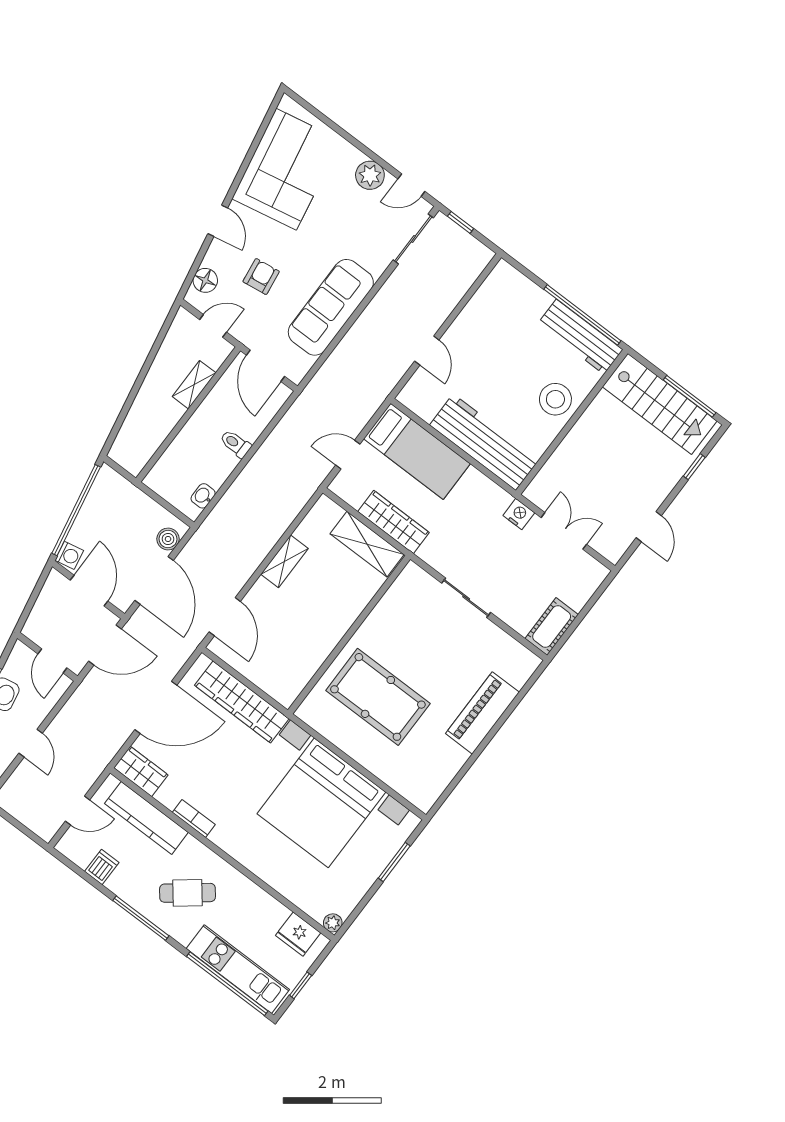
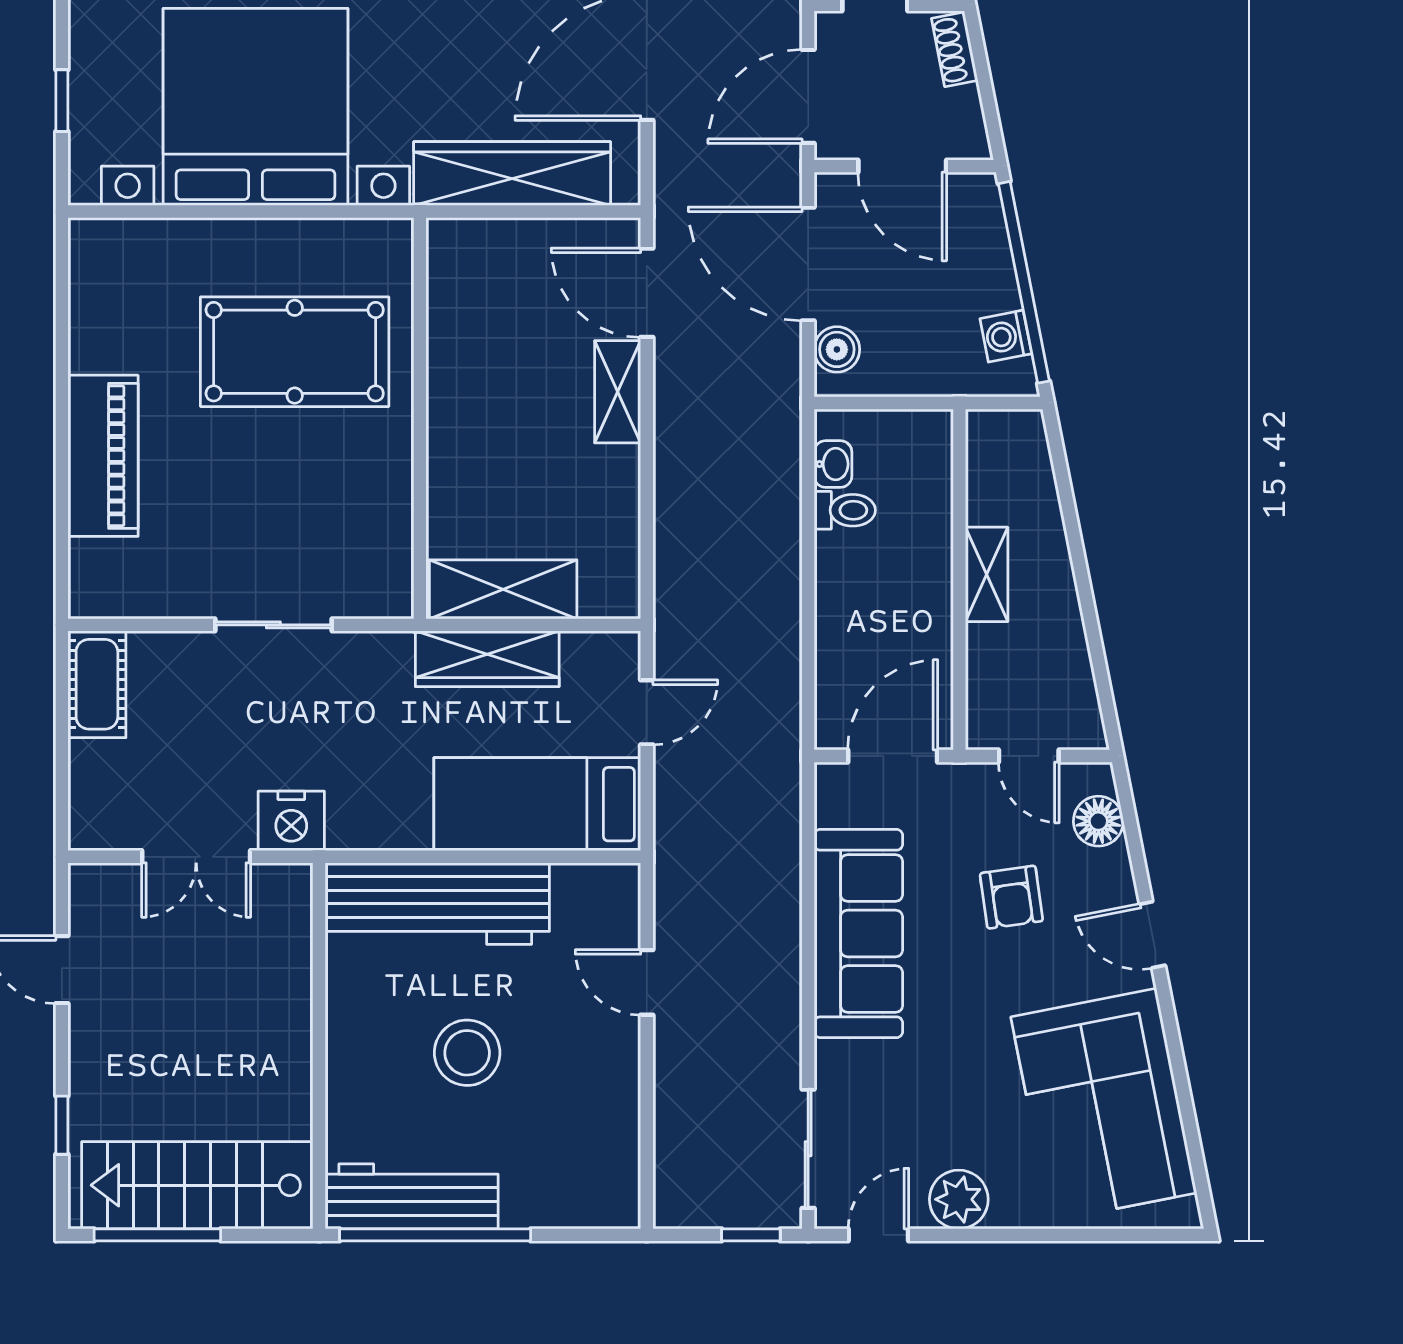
door: (213, 326) -> (1029, 756), hinge flipped
door: (266, 366) -> (893, 756), hinge flipped
shelving: (194, 385) -> (987, 574), moved
stool: (555, 399) -> (467, 1053), moved
toilet: (236, 444) -> (845, 510), moved
nightstand: (519, 514) -> (291, 821), width x1.36, depth x1.33
washing machine: (69, 555) -> (1006, 336), moved
shelving: (284, 561) -> (618, 392), moved
shoe rack: (35, 620) -> (955, 49), added
window: (394, 862) -> (62, 101), width x0.67

